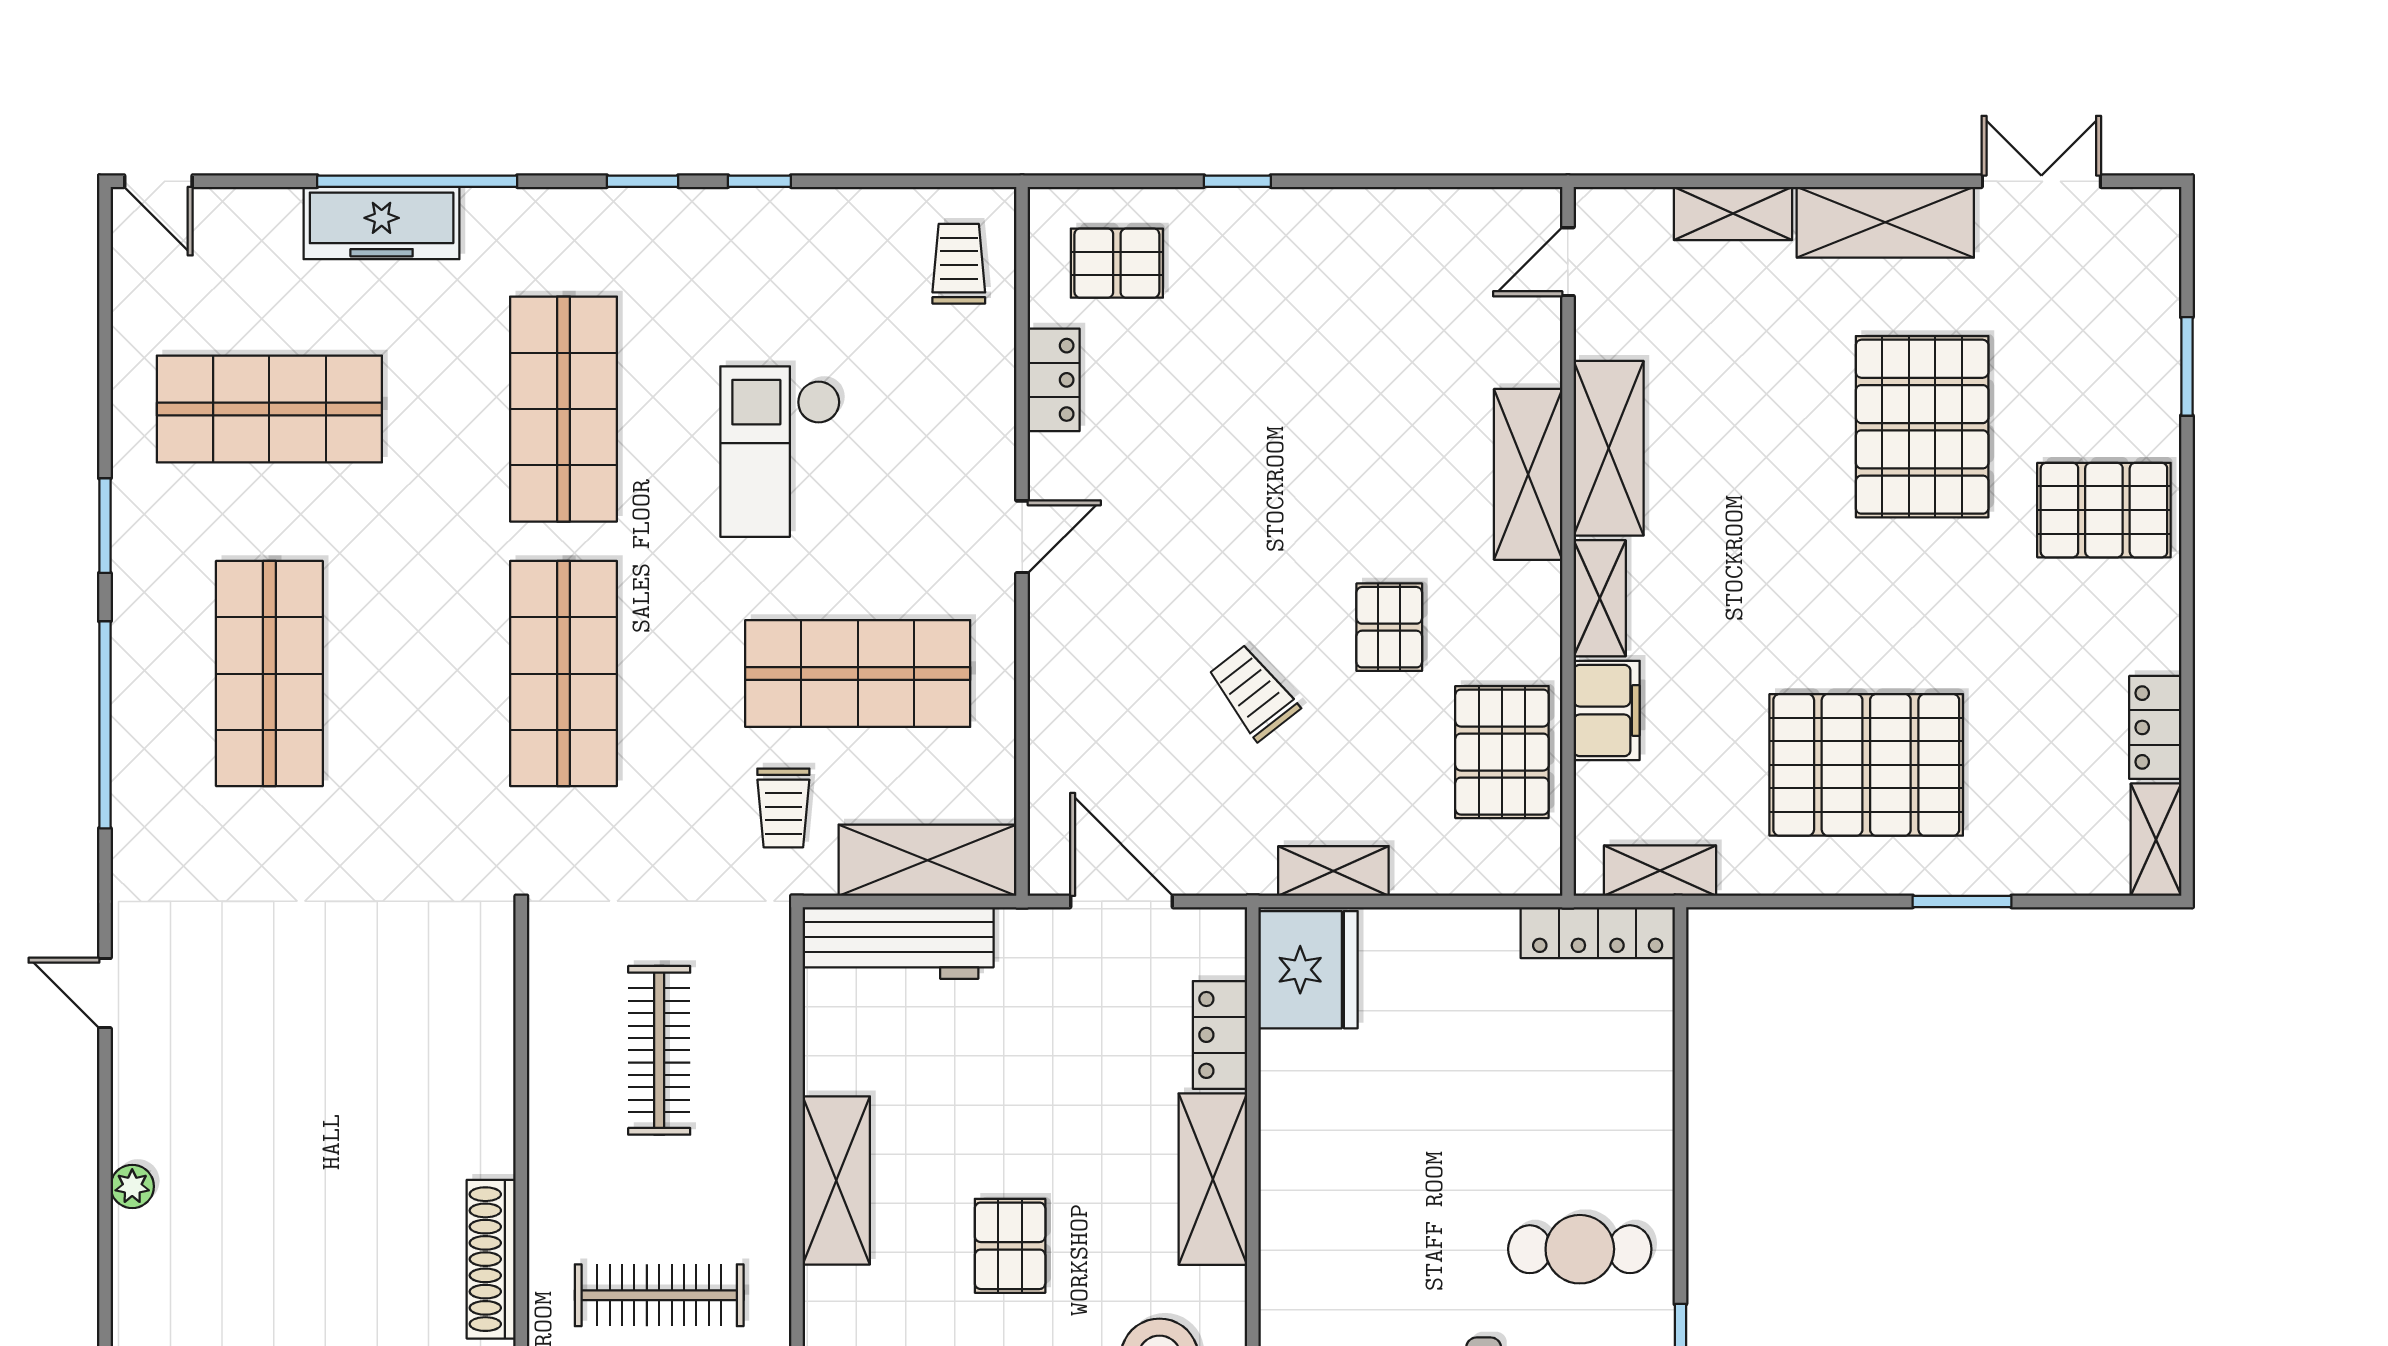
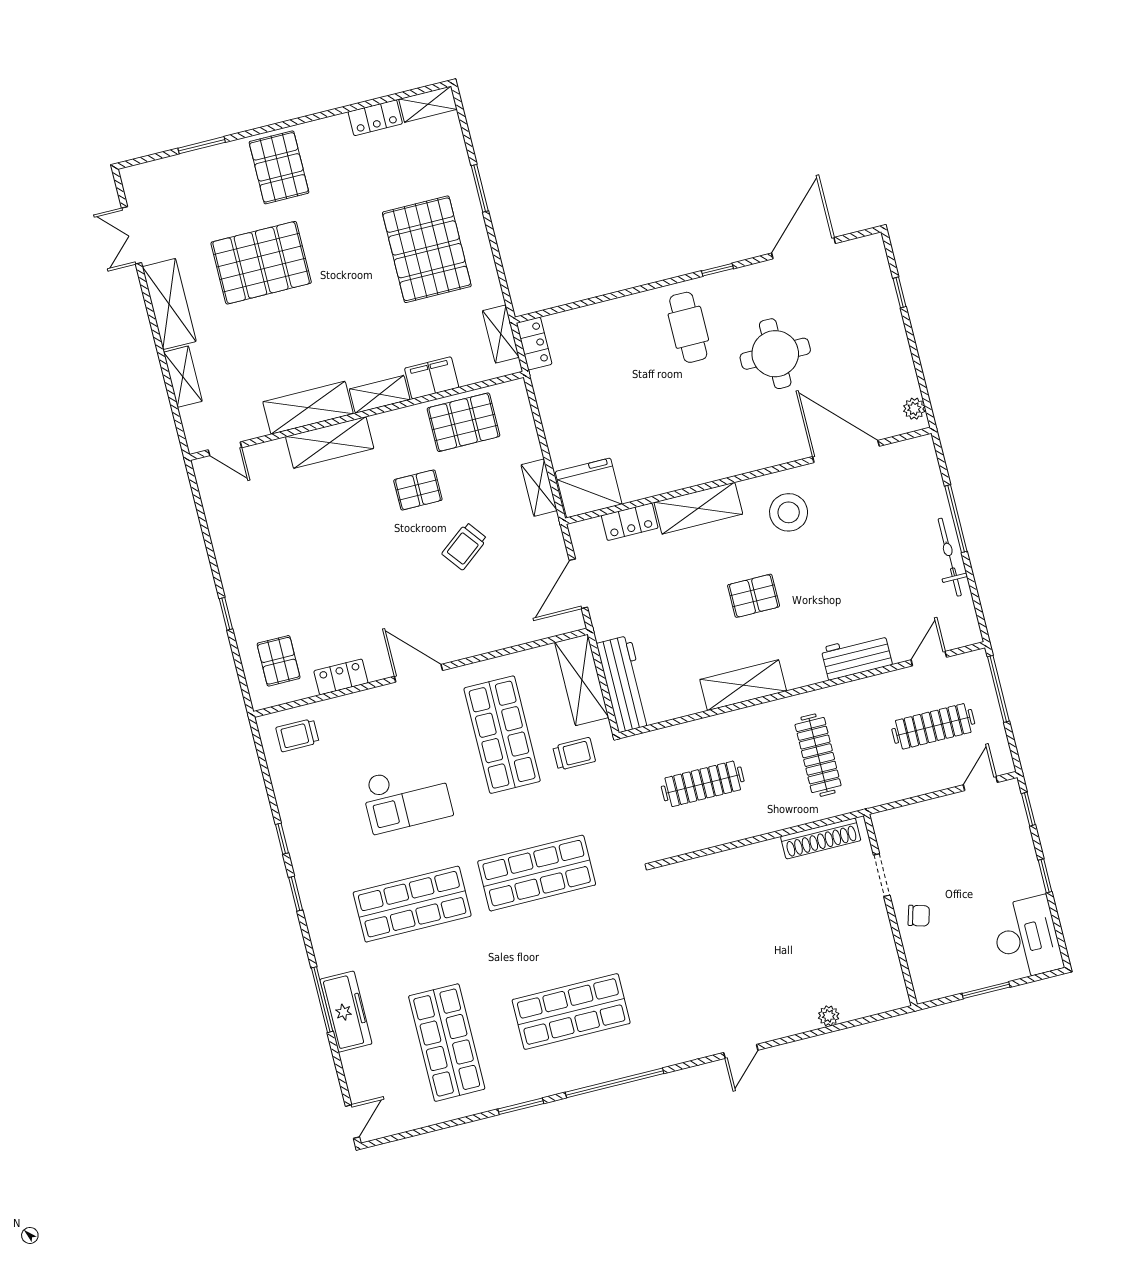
window: (417, 181) -> (322, 1000), width x0.68
door: (1022, 537) -> (418, 673), width x1.38
locker: (1598, 933) -> (534, 343), width x0.66

